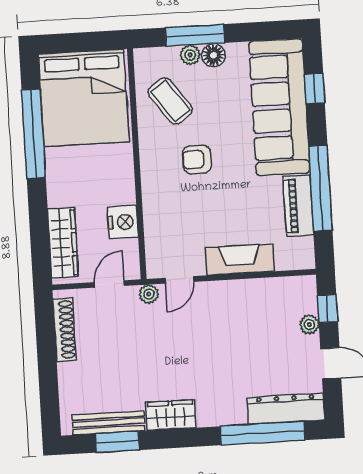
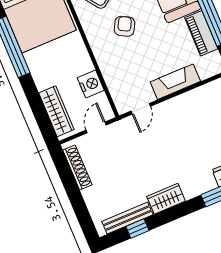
armchair: (197, 159) -> (124, 26), turned 118
plant: (149, 294) -> (124, 125), removed
window: (117, 442) -> (137, 228), width x0.67

